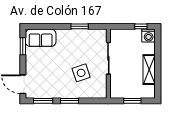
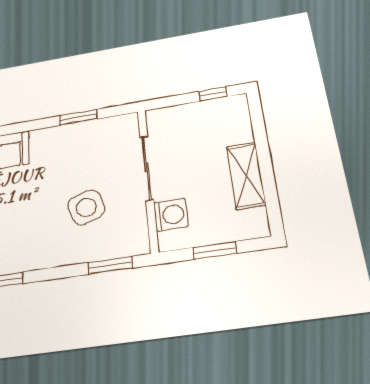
washing machine: (149, 36) -> (171, 215), moved, turned -90
window: (70, 101) -> (110, 265), moved

